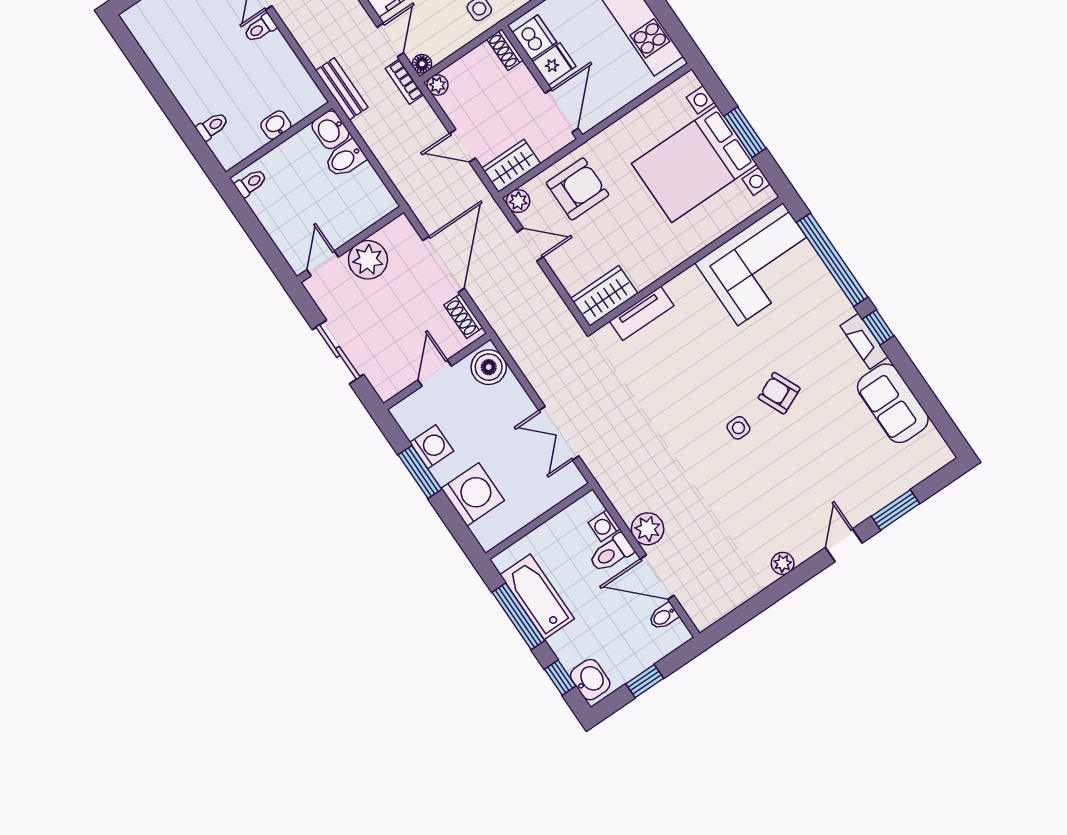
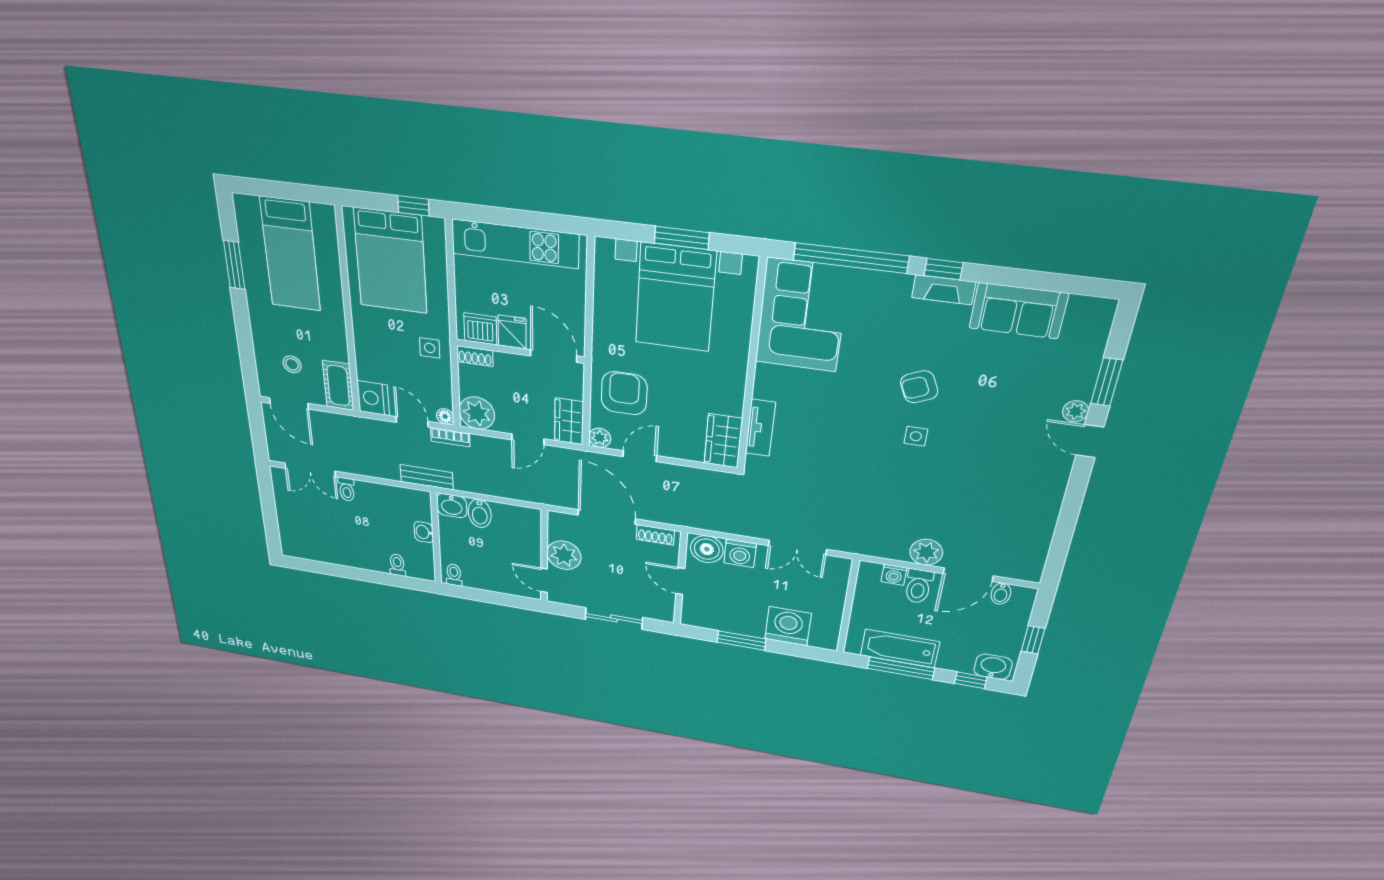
plant: (438, 85) -> (477, 413), width x1.88, depth x1.88
washing machine: (432, 447) -> (740, 553), moved, turned 180
plant: (783, 563) -> (1076, 411), moved

